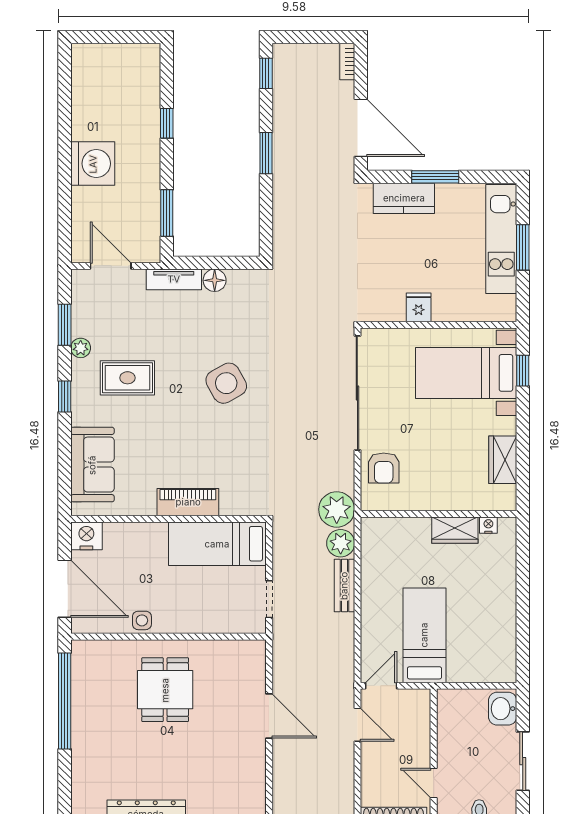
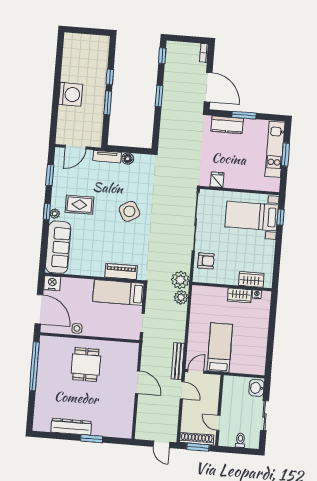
window: (167, 213) -> (108, 103), moved
door: (111, 266) -> (76, 147), swing flipped
fridge: (419, 307) -> (217, 180), moved
plant: (81, 348) -> (55, 214), moved
wardrobe: (503, 460) -> (251, 279), moved, turned 90
sofa: (92, 465) -> (58, 247), width x1.36
armchair: (384, 468) -> (206, 261), turned -90
piano: (188, 502) -> (121, 272), moved
bench: (344, 586) -> (178, 361), moved, width x1.36

